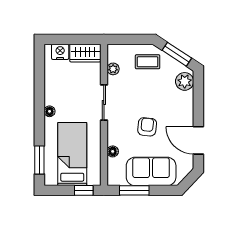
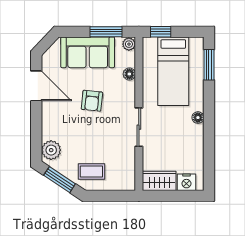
plant: (113, 69) -> (129, 44), moved

